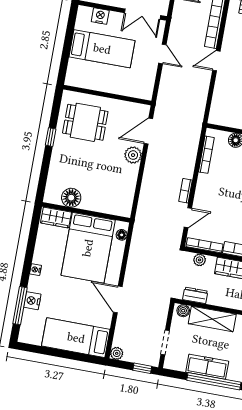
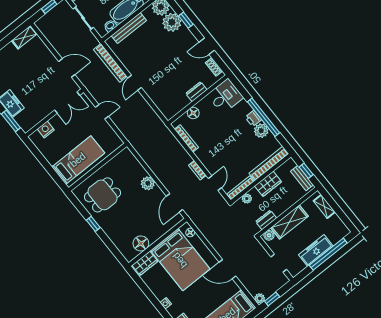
bed: (102, 49) -> (78, 160), moved
door: (148, 131) -> (174, 203), moved
window: (142, 368) -> (272, 299), moved

